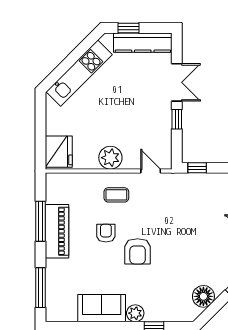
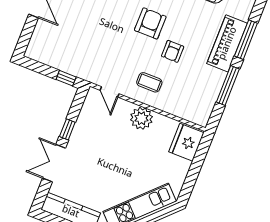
piano: (57, 231) -> (227, 43), moved
window: (40, 288) -> (246, 40), moved

